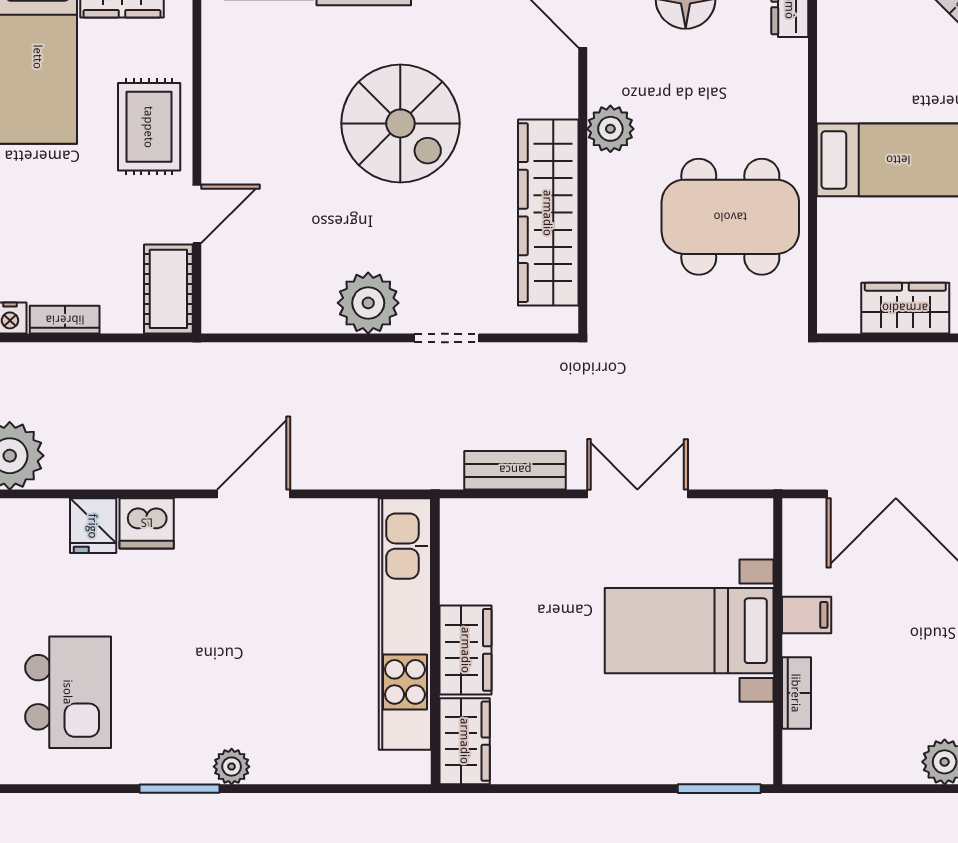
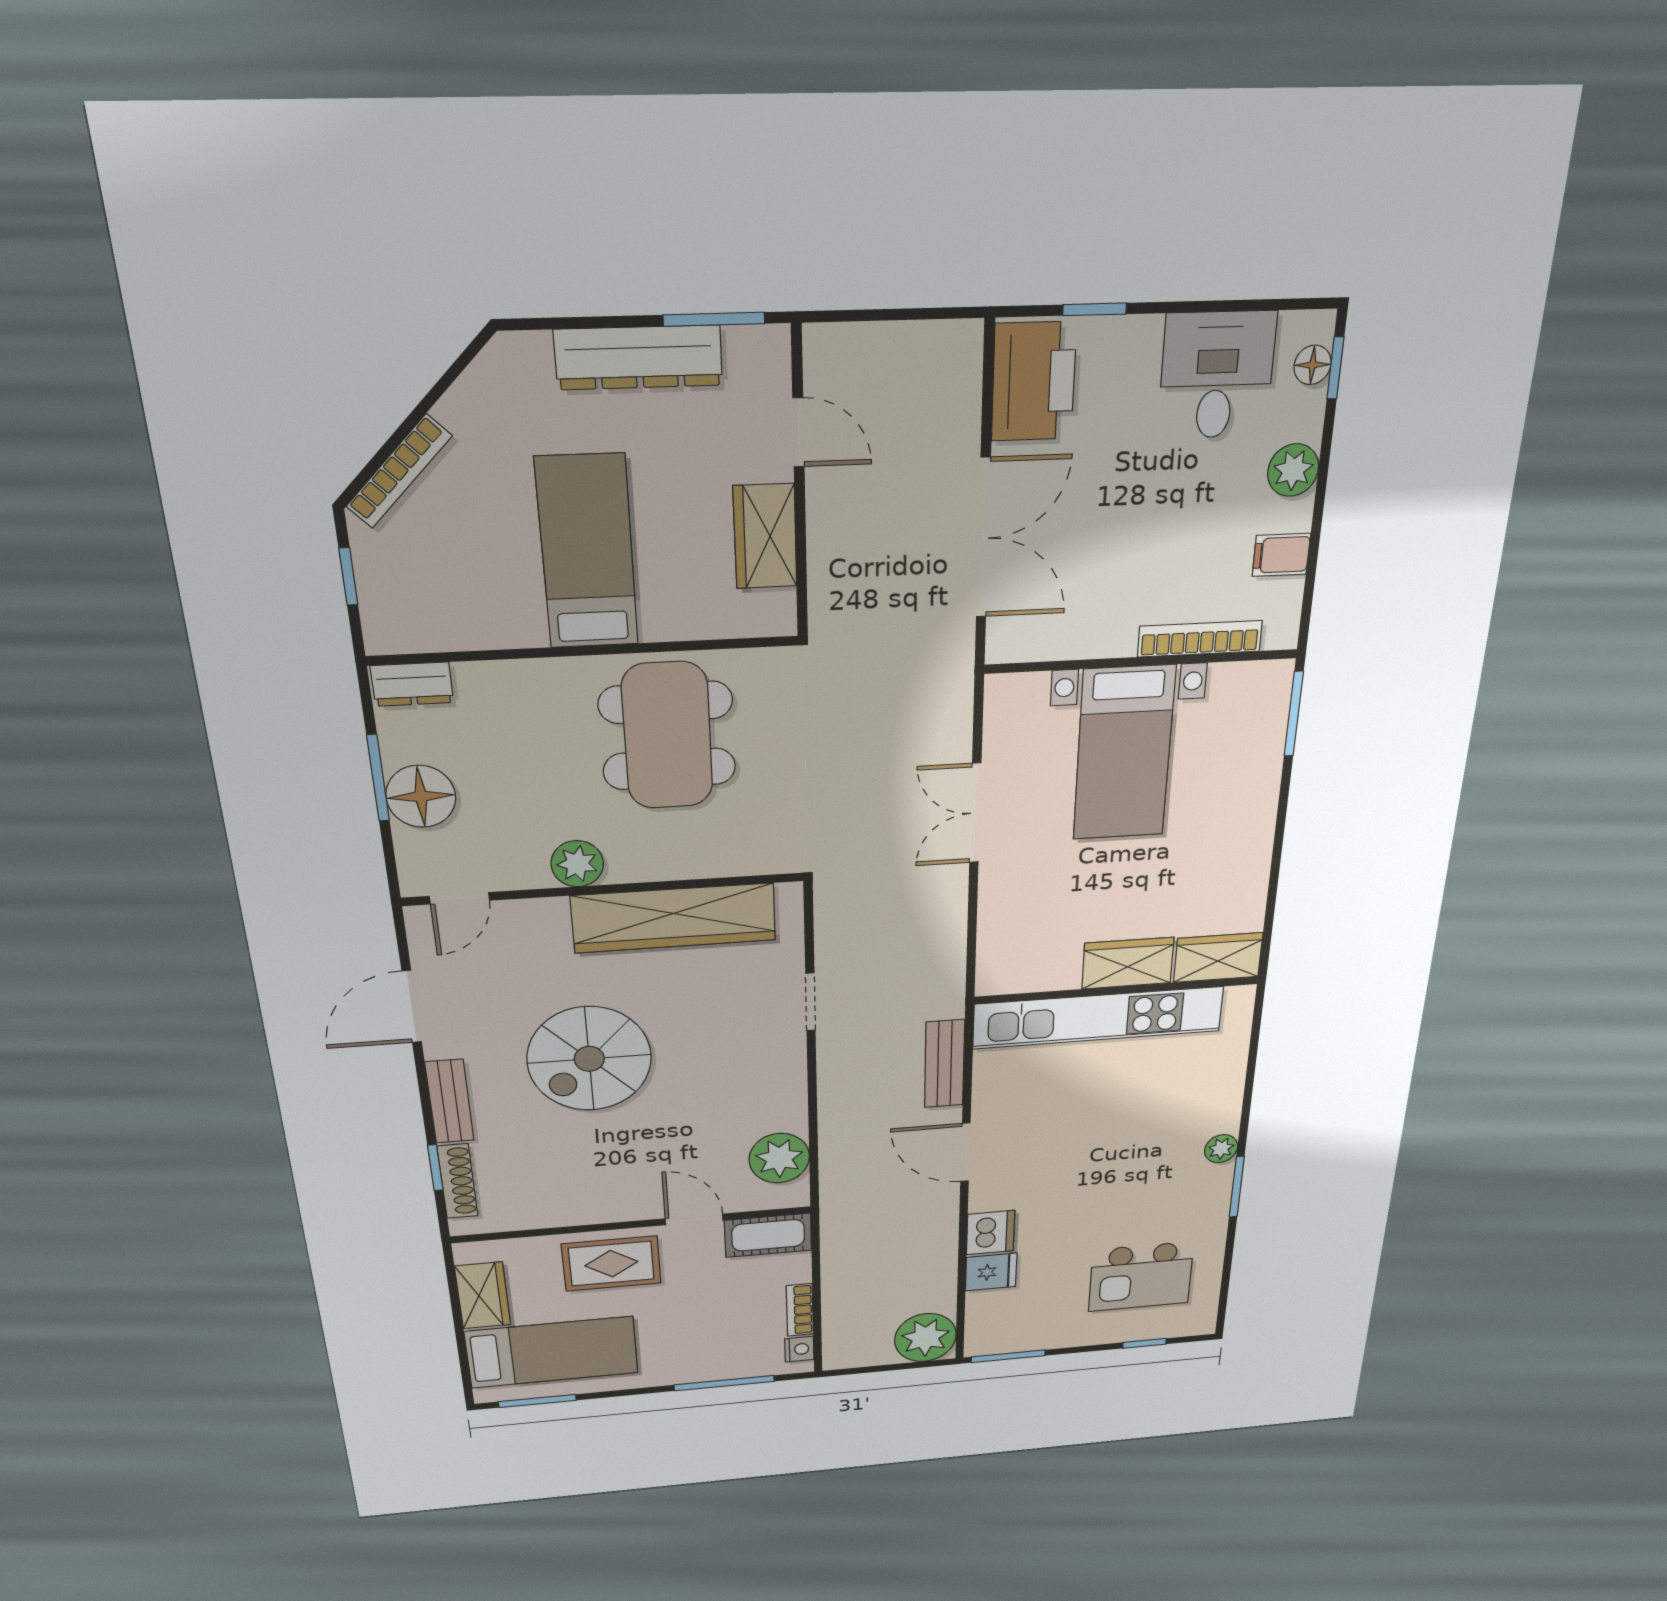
spiral stairs: (400, 123) -> (589, 1059), turned 180
plant: (368, 303) -> (779, 1158), moved
bench: (515, 470) -> (945, 1064), moved
filing cabinet: (807, 615) -> (1281, 555), moved, turned -90
kitchen island: (68, 692) -> (1141, 1277), turned 180
bookcase: (796, 693) -> (1200, 639), width x1.56

